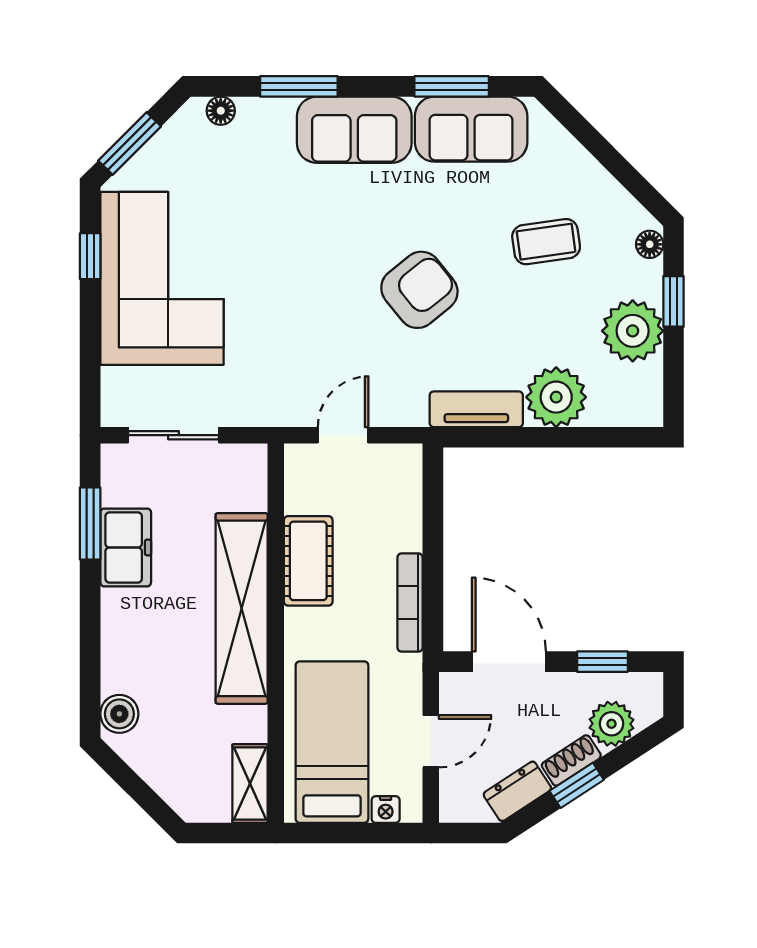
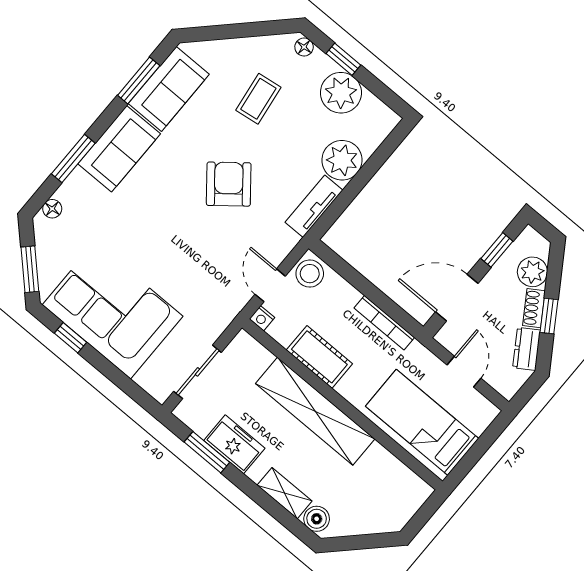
stool: (395, 469) -> (310, 274), added
shelving: (250, 783) -> (285, 493), moved
nightstand: (386, 809) -> (262, 318), moved, turned 90

